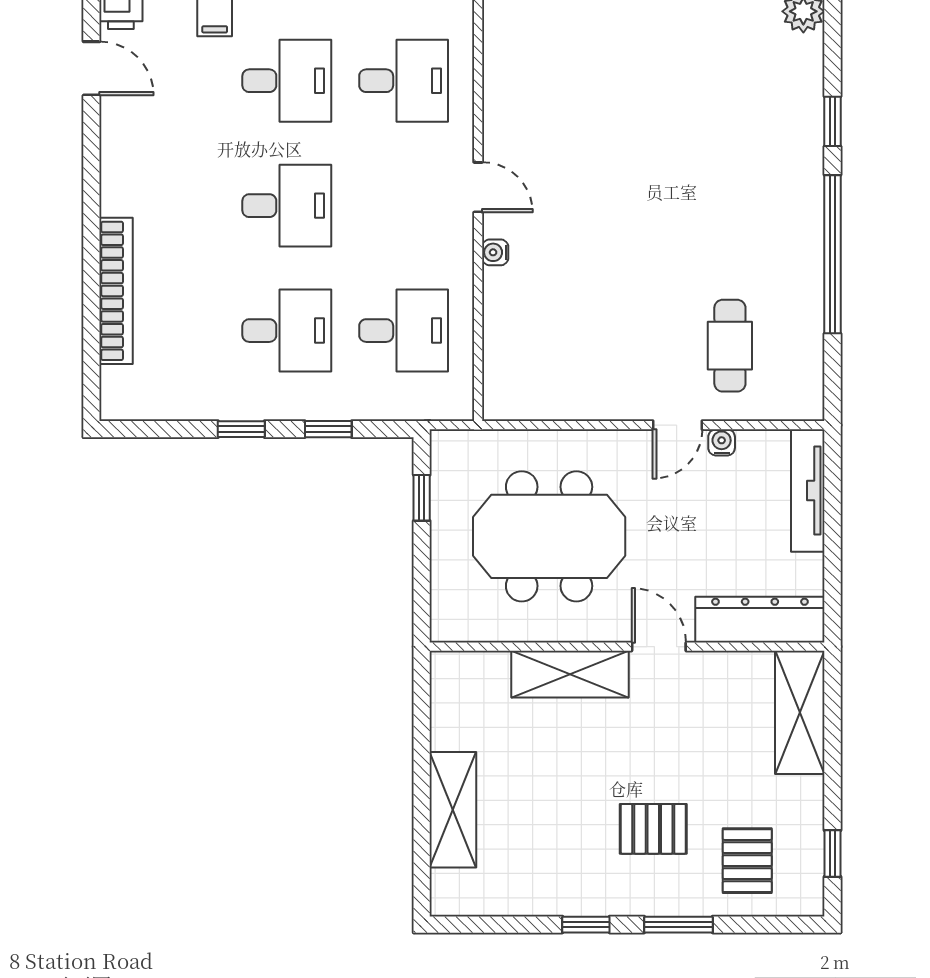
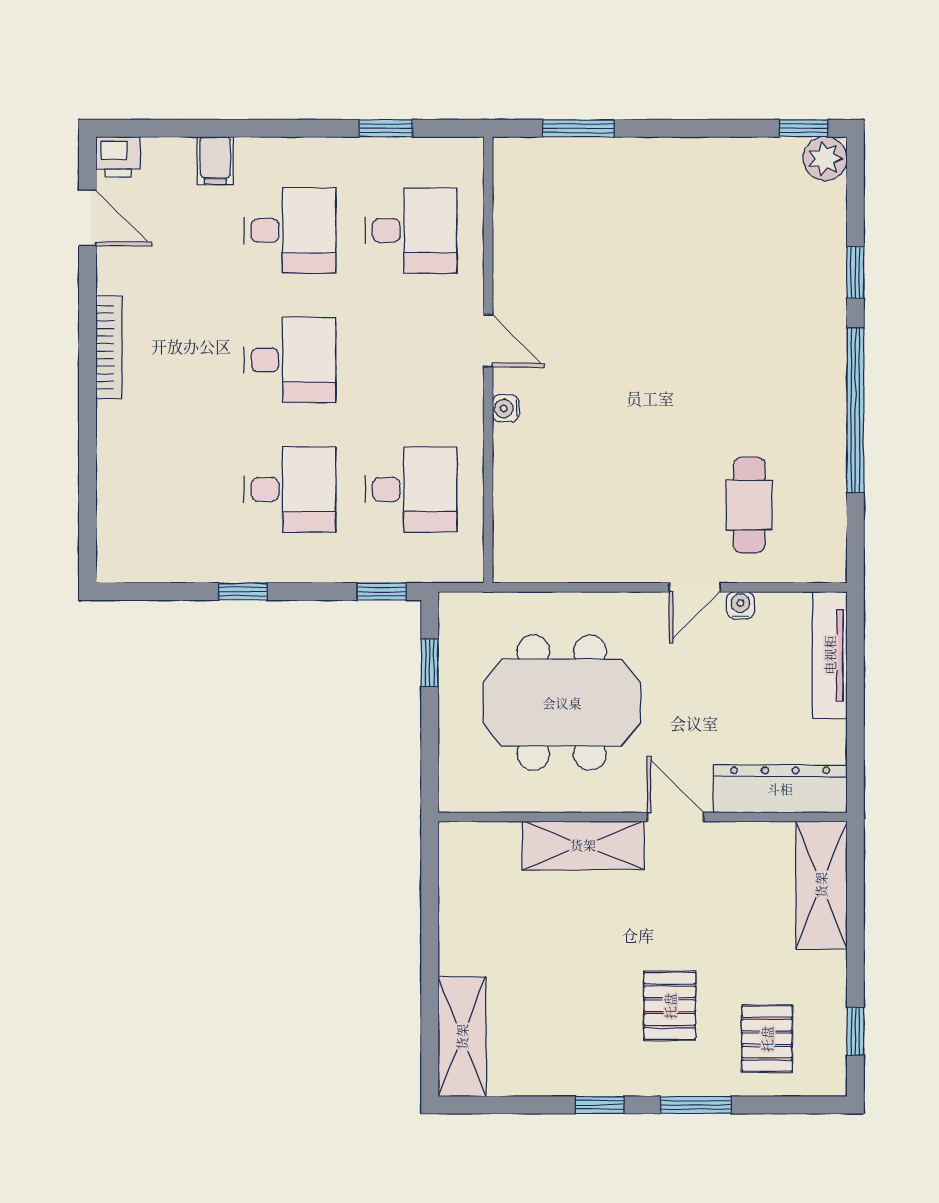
bookcase: (116, 291) -> (109, 347), moved, width x0.68, depth x0.76
window: (328, 429) -> (382, 592), moved
shelving: (453, 810) -> (462, 1037), moved
pallet: (653, 829) -> (670, 1006), turned 90

